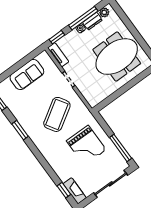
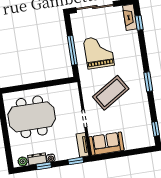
window: (83, 18) -> (44, 166), width x0.46
sofa: (27, 75) -> (106, 144), moved
window: (20, 130) -> (148, 82), moved
window: (121, 148) -> (72, 50), moved

